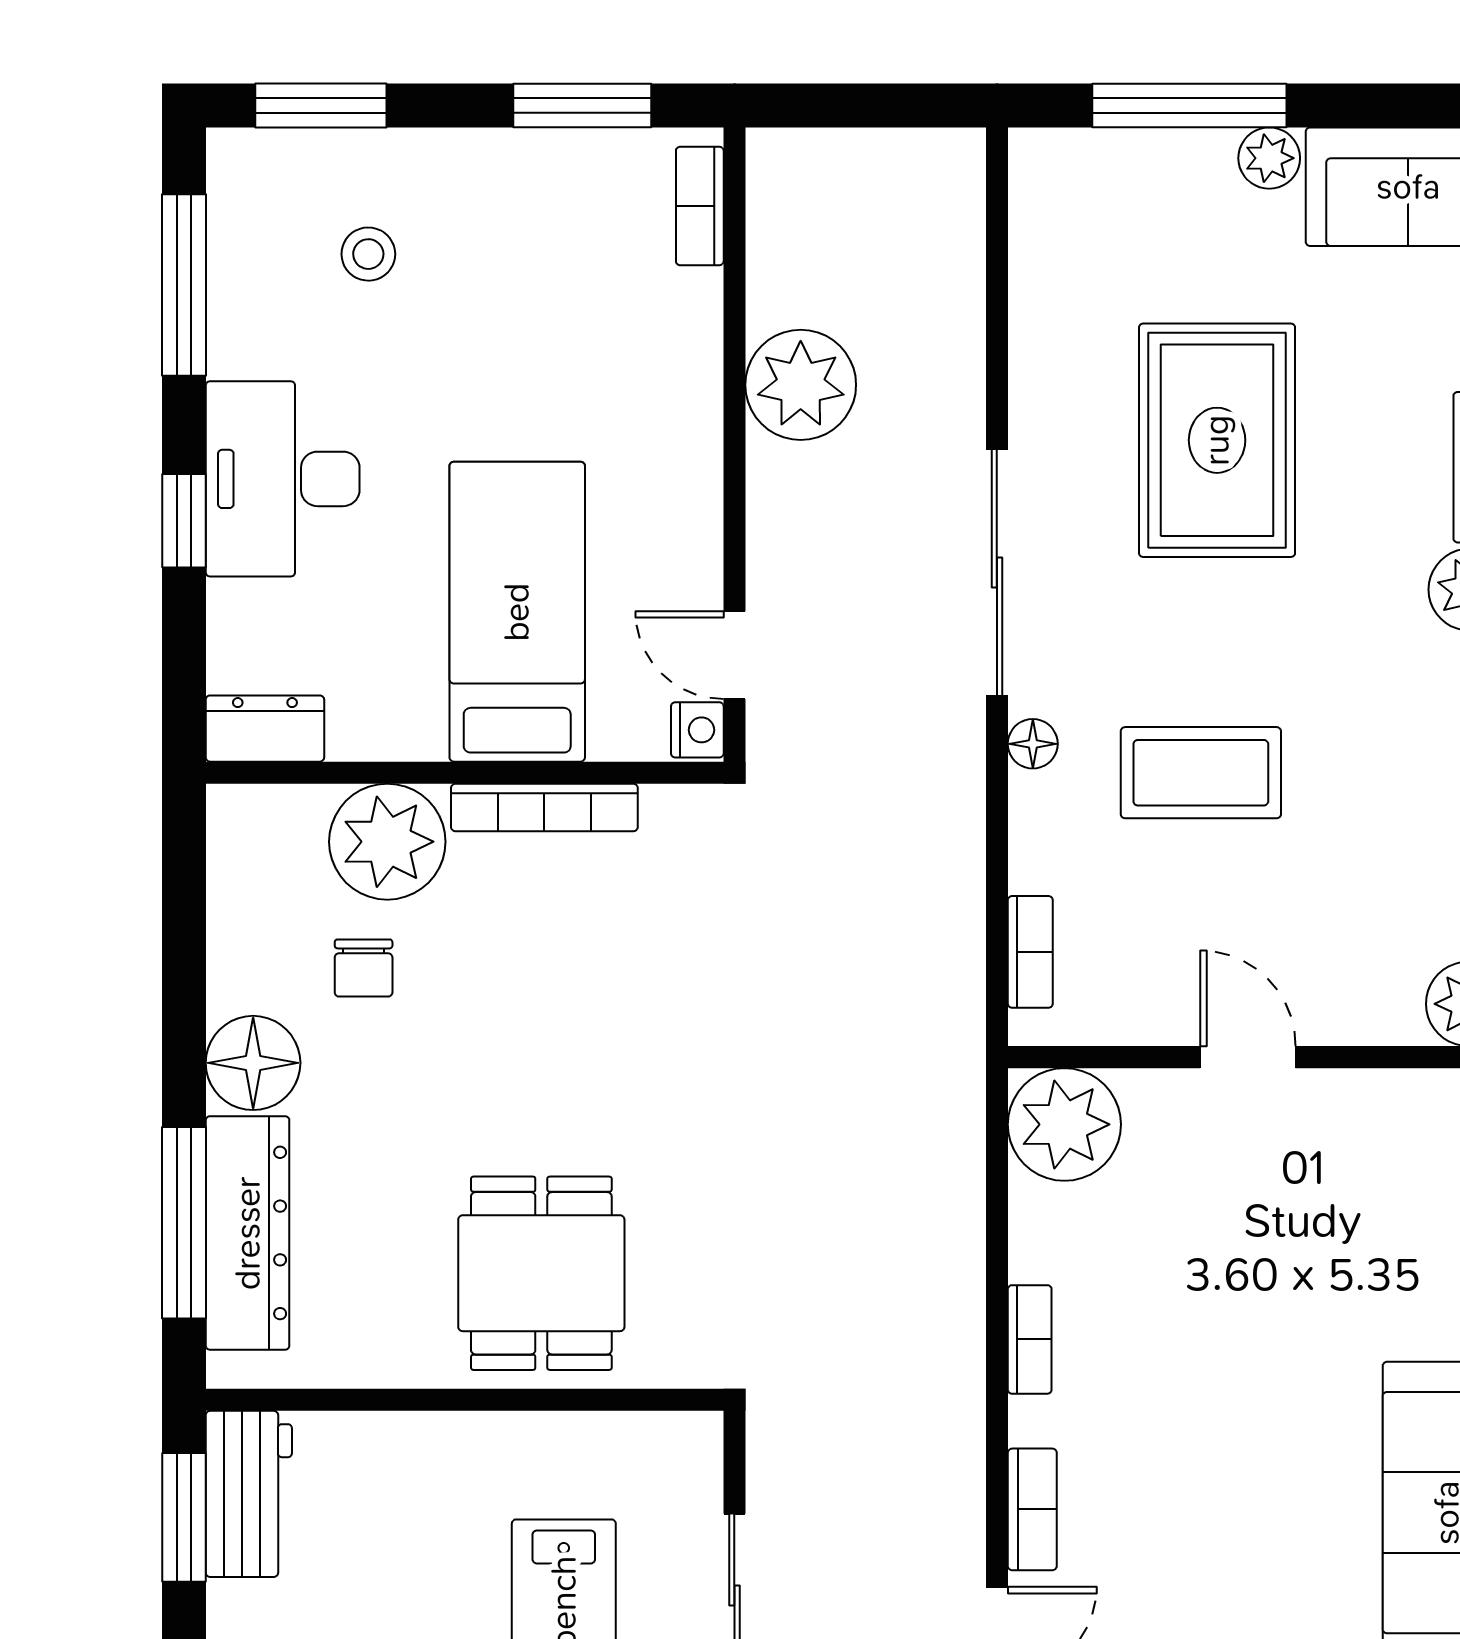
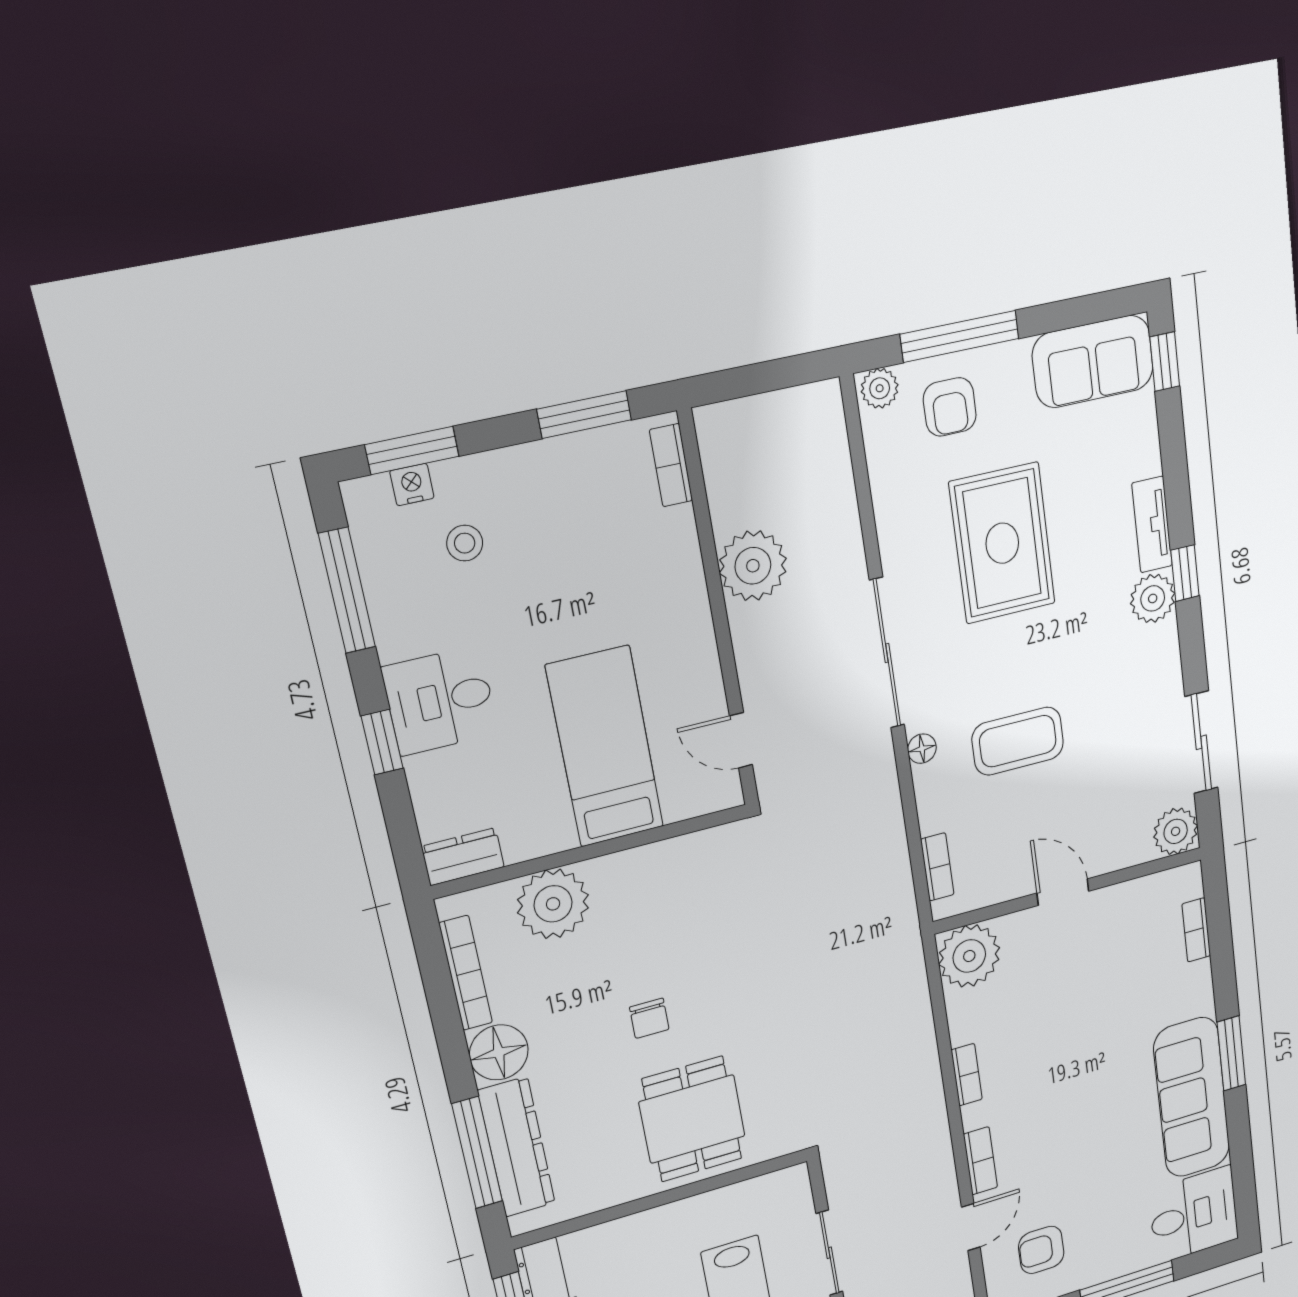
plant: (1269, 158) -> (880, 388), moved
armchair: (1158, 209) -> (950, 407), added
desk: (283, 479) -> (440, 701), width x0.73
nightstand: (697, 730) -> (412, 485), moved, turned -90
bookcase: (544, 807) -> (466, 973), moved, turned -90
chair: (364, 968) -> (649, 1018), moved

